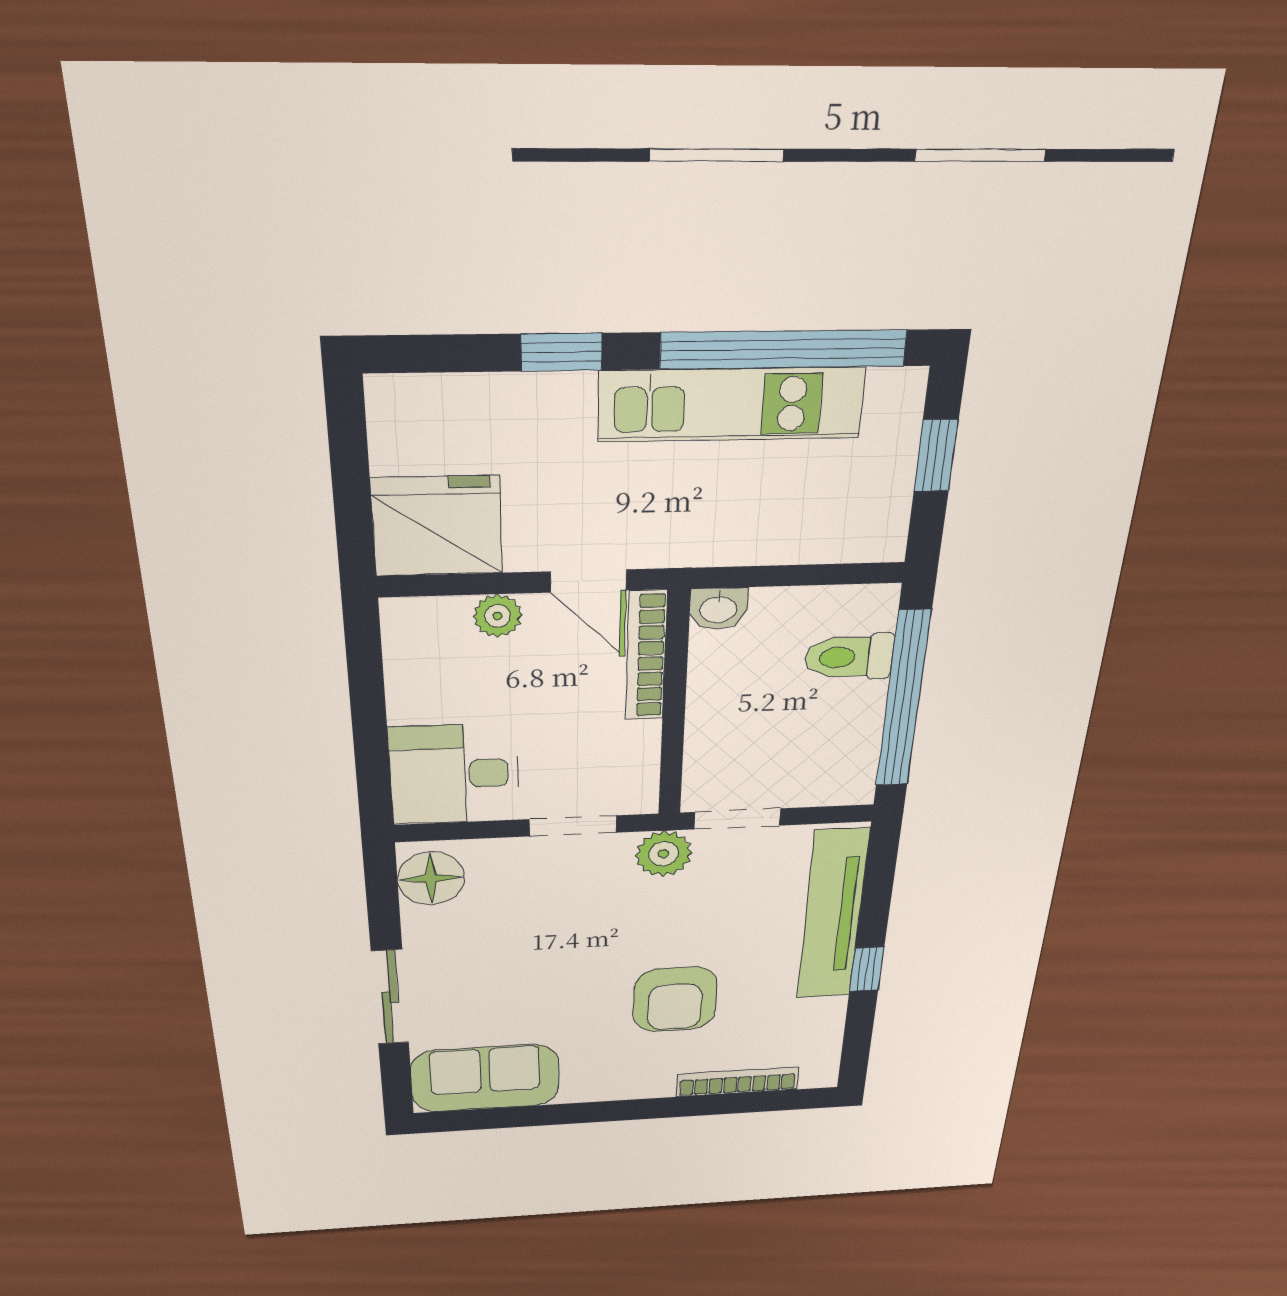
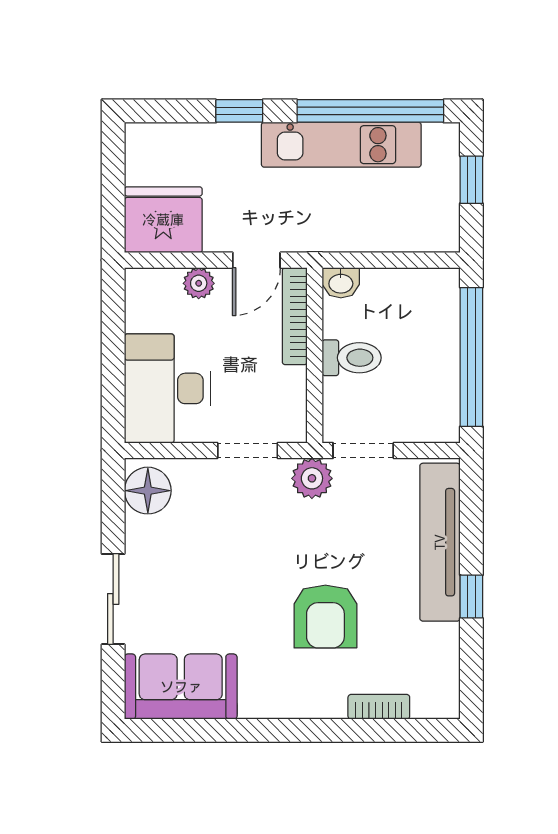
door: (588, 581) -> (256, 260), hinge flipped
toilet: (849, 657) -> (352, 358), moved, turned 180
desk: (455, 774) -> (167, 388), width x1.37
bookcase: (738, 1082) -> (379, 707), width x0.64

